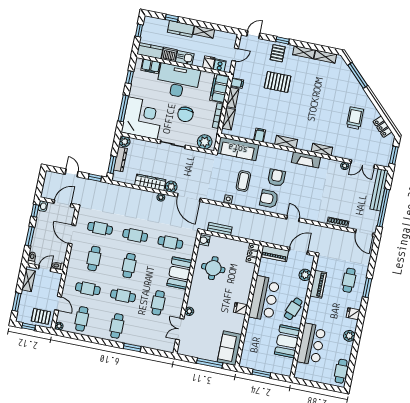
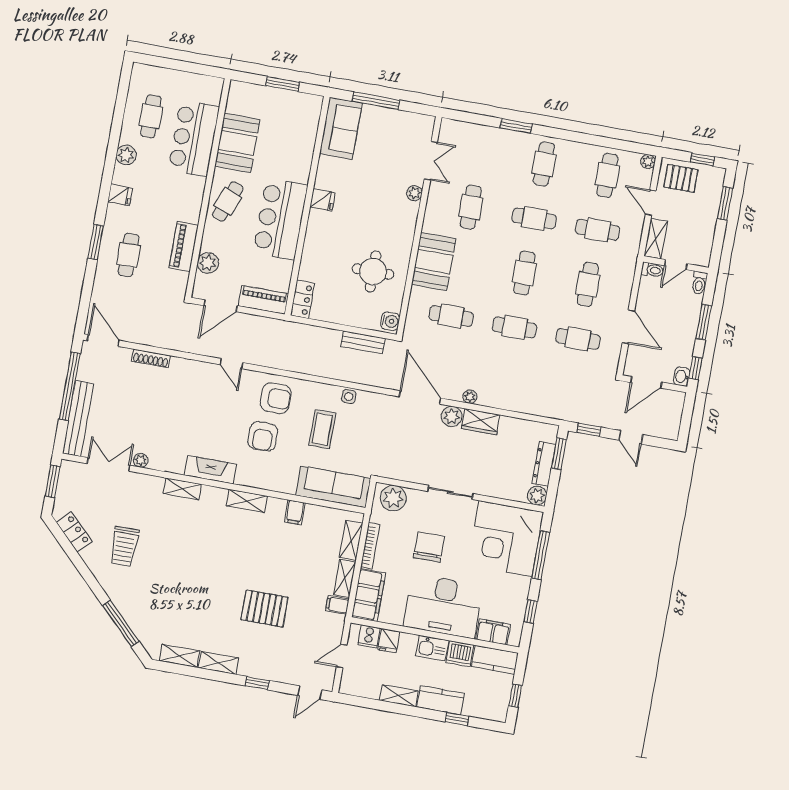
pallet: (278, 53) -> (265, 660), removed
wardrobe: (150, 182) -> (481, 422), width x0.67
shelving: (28, 280) -> (656, 239), moved
cafe table: (341, 371) -> (151, 116), moved

